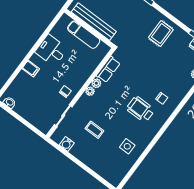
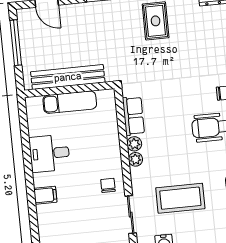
coffee table: (94, 130) -> (180, 198), width x1.86, depth x1.72

